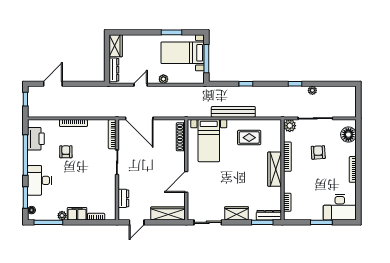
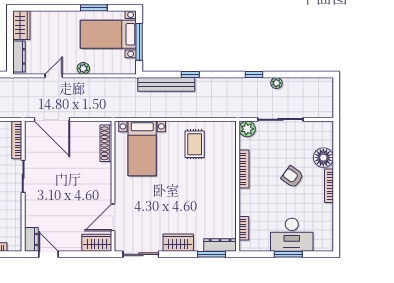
bench: (233, 112) -> (166, 84), moved
floor lamp: (348, 135) -> (323, 158), moved
rug: (249, 138) -> (195, 144), turned 90
armchair: (318, 152) -> (292, 177), moved, turned -51
wardrobe: (275, 169) -> (228, 185), removed
door: (186, 182) -> (113, 217), moved
dresser: (123, 198) -> (31, 239), moved
desk: (340, 207) -> (292, 235), moved
wardrobe: (168, 213) -> (97, 243), width x0.67
door: (137, 222) -> (48, 254), swing flipped

